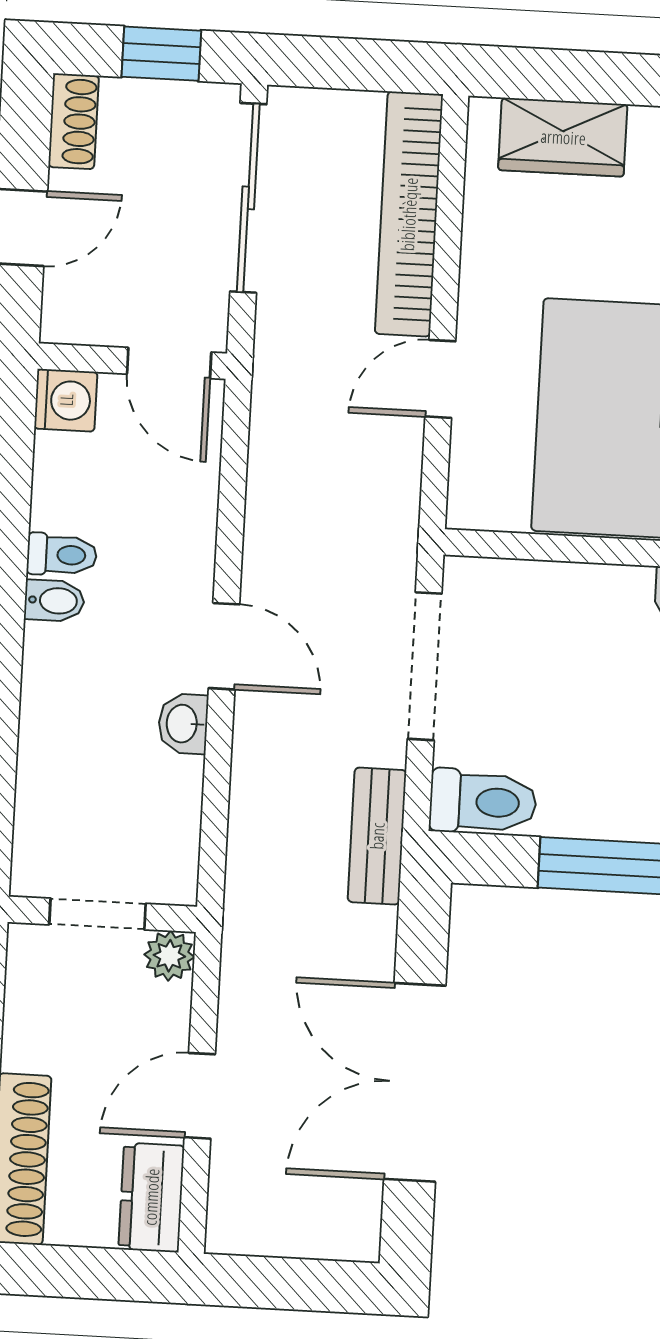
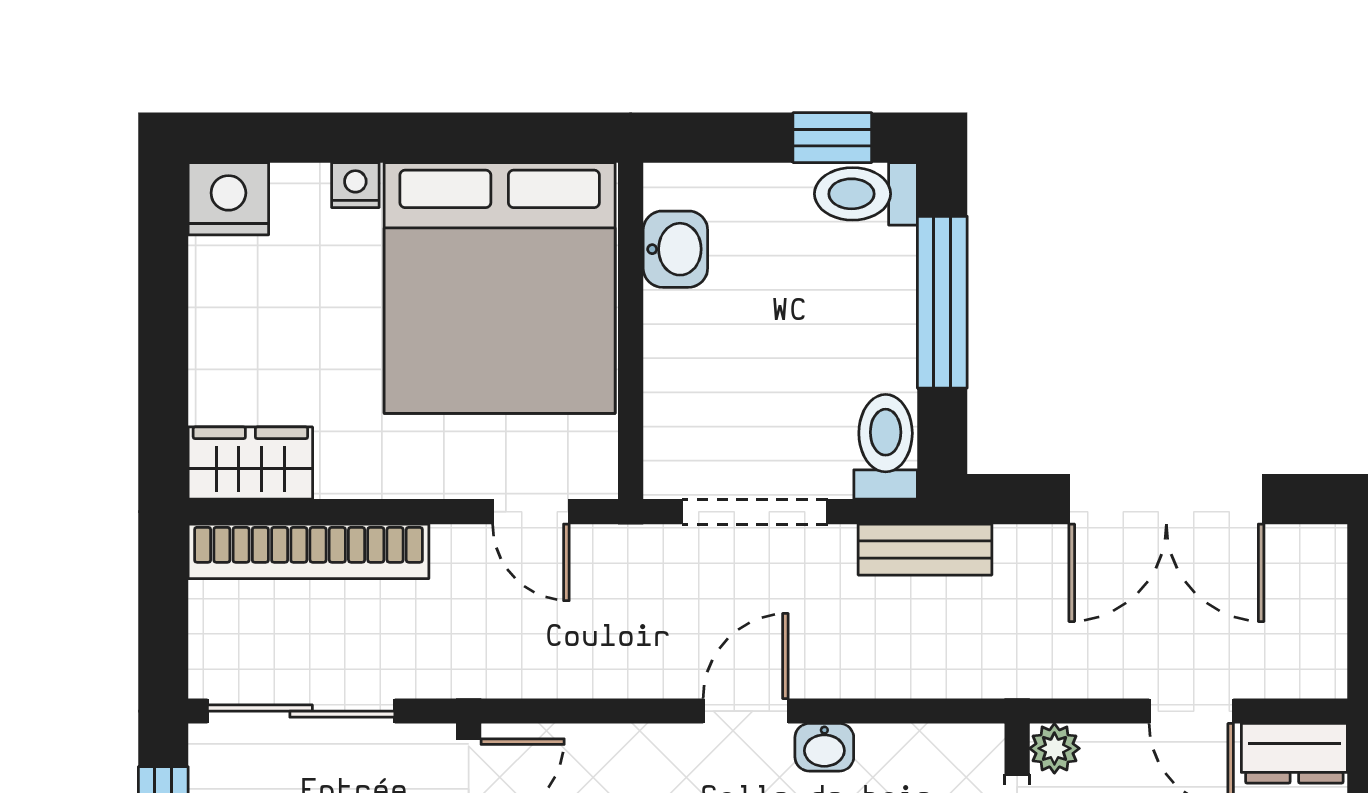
wardrobe: (563, 137) -> (250, 463), moved, turned -90
door: (440, 379) -> (531, 512), moved

